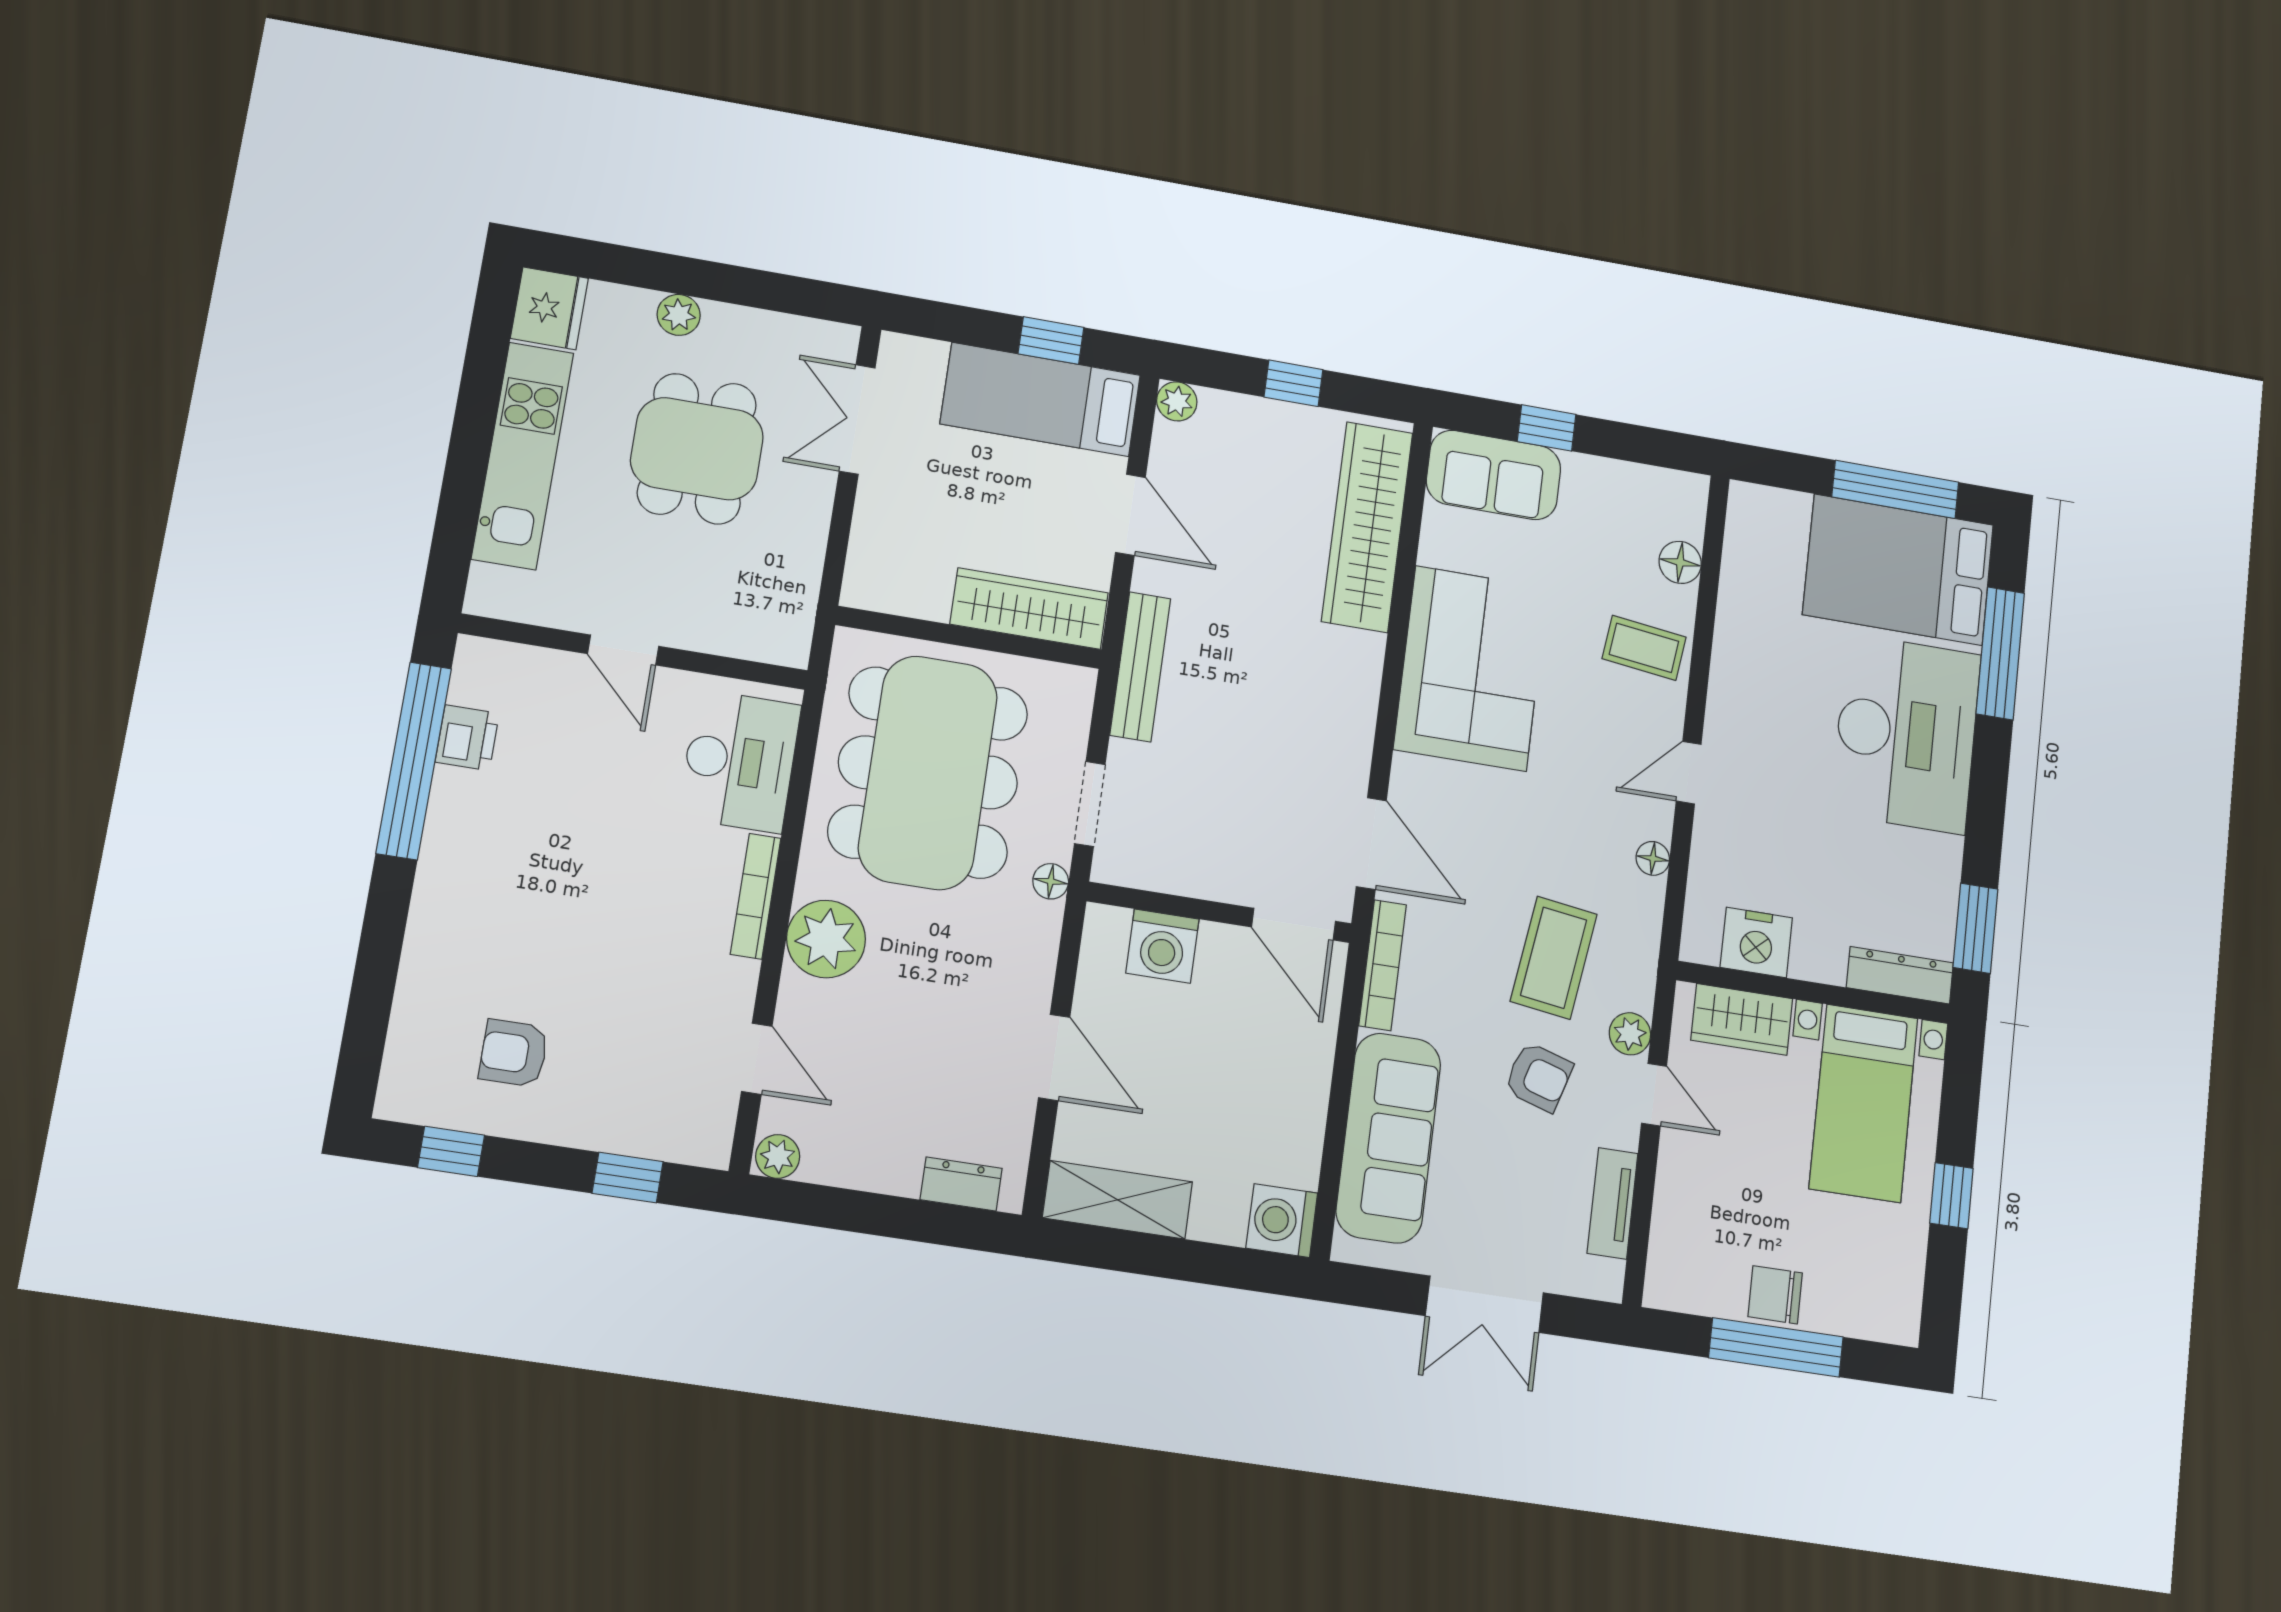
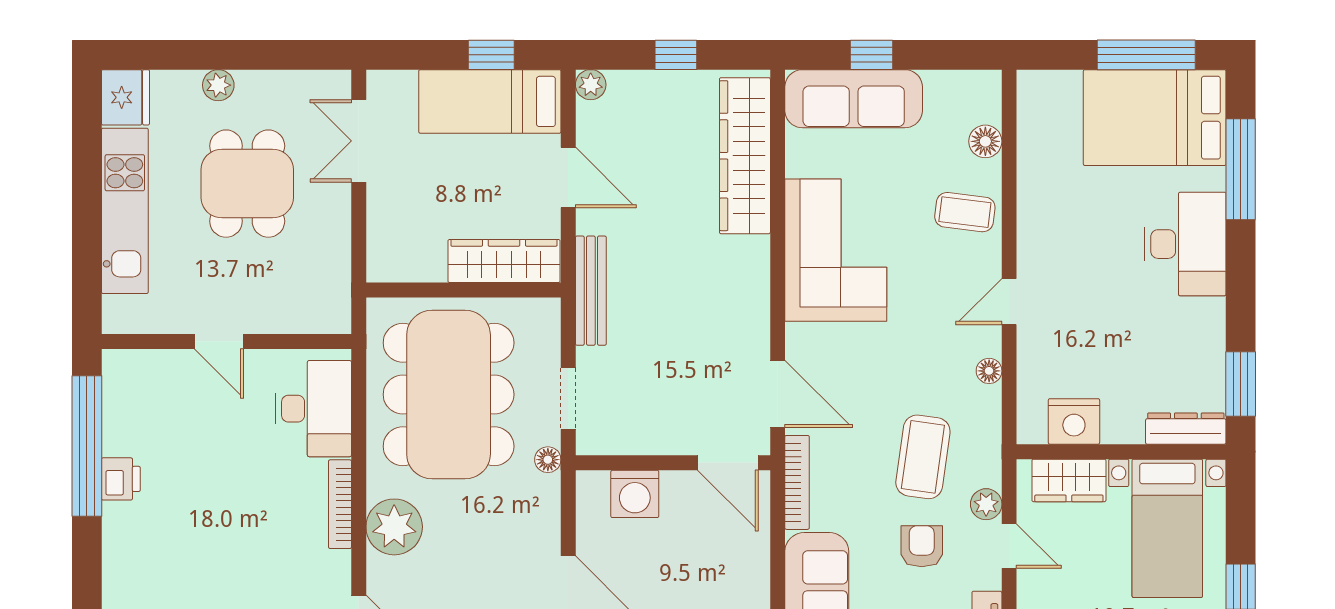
sofa: (1494, 475) -> (854, 99), width x1.36
desk: (1906, 734) -> (1185, 244), width x0.73, depth x0.77
printer: (467, 738) -> (121, 479), moved
armchair: (1539, 1077) -> (922, 546), turned -107

